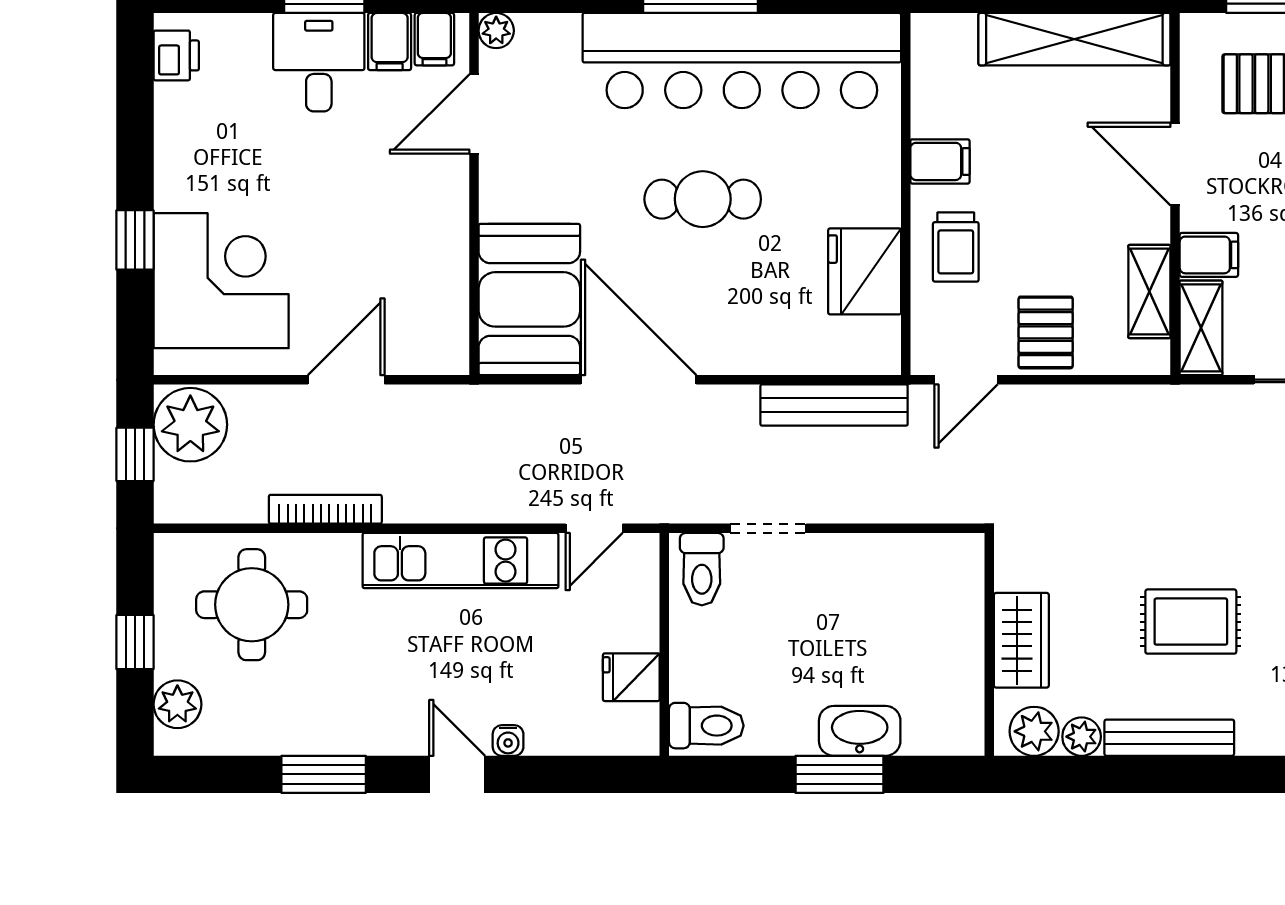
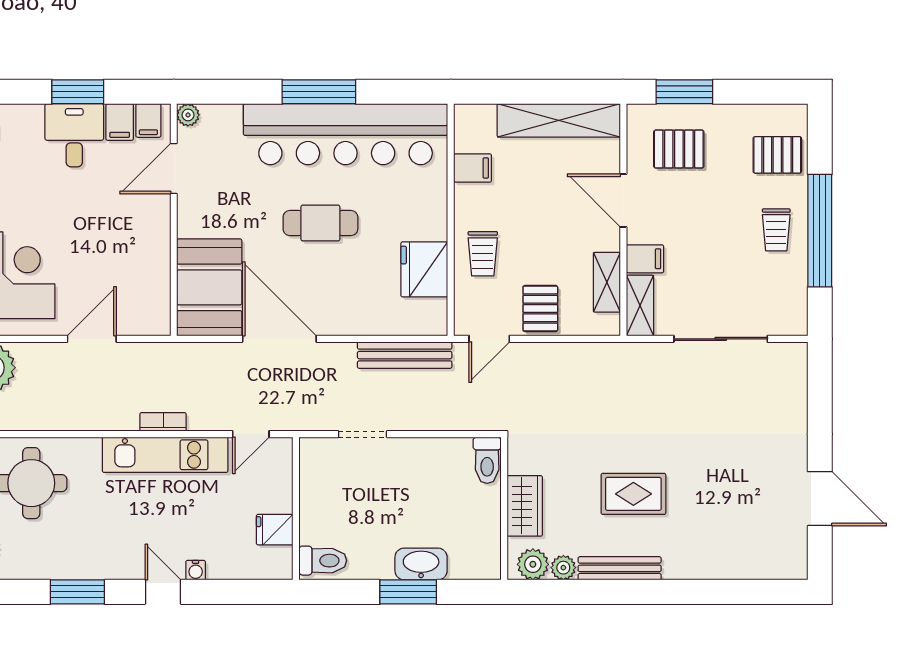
filing cabinet: (940, 161) -> (473, 168), moved
bookcase: (325, 509) -> (163, 422), moved, width x0.64
toilet: (702, 569) -> (487, 460), moved

